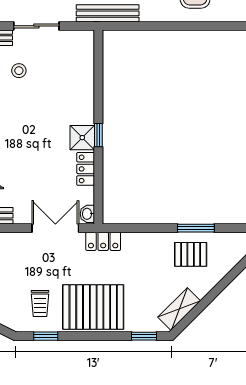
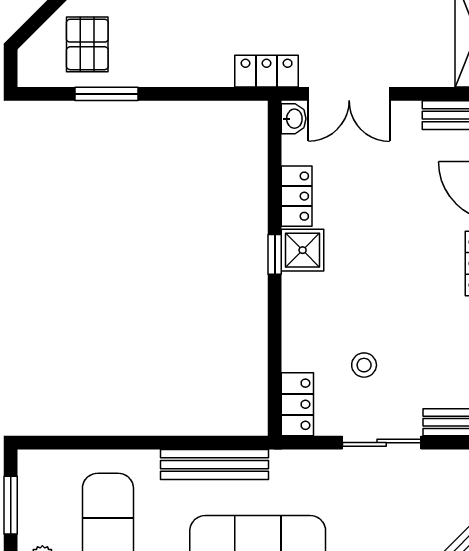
bench: (108, 13) -> (215, 465), moved
locker: (85, 48) -> (297, 404), added
stool: (19, 71) -> (364, 365), moved
pallet: (191, 254) -> (87, 44), moved, turned 90

